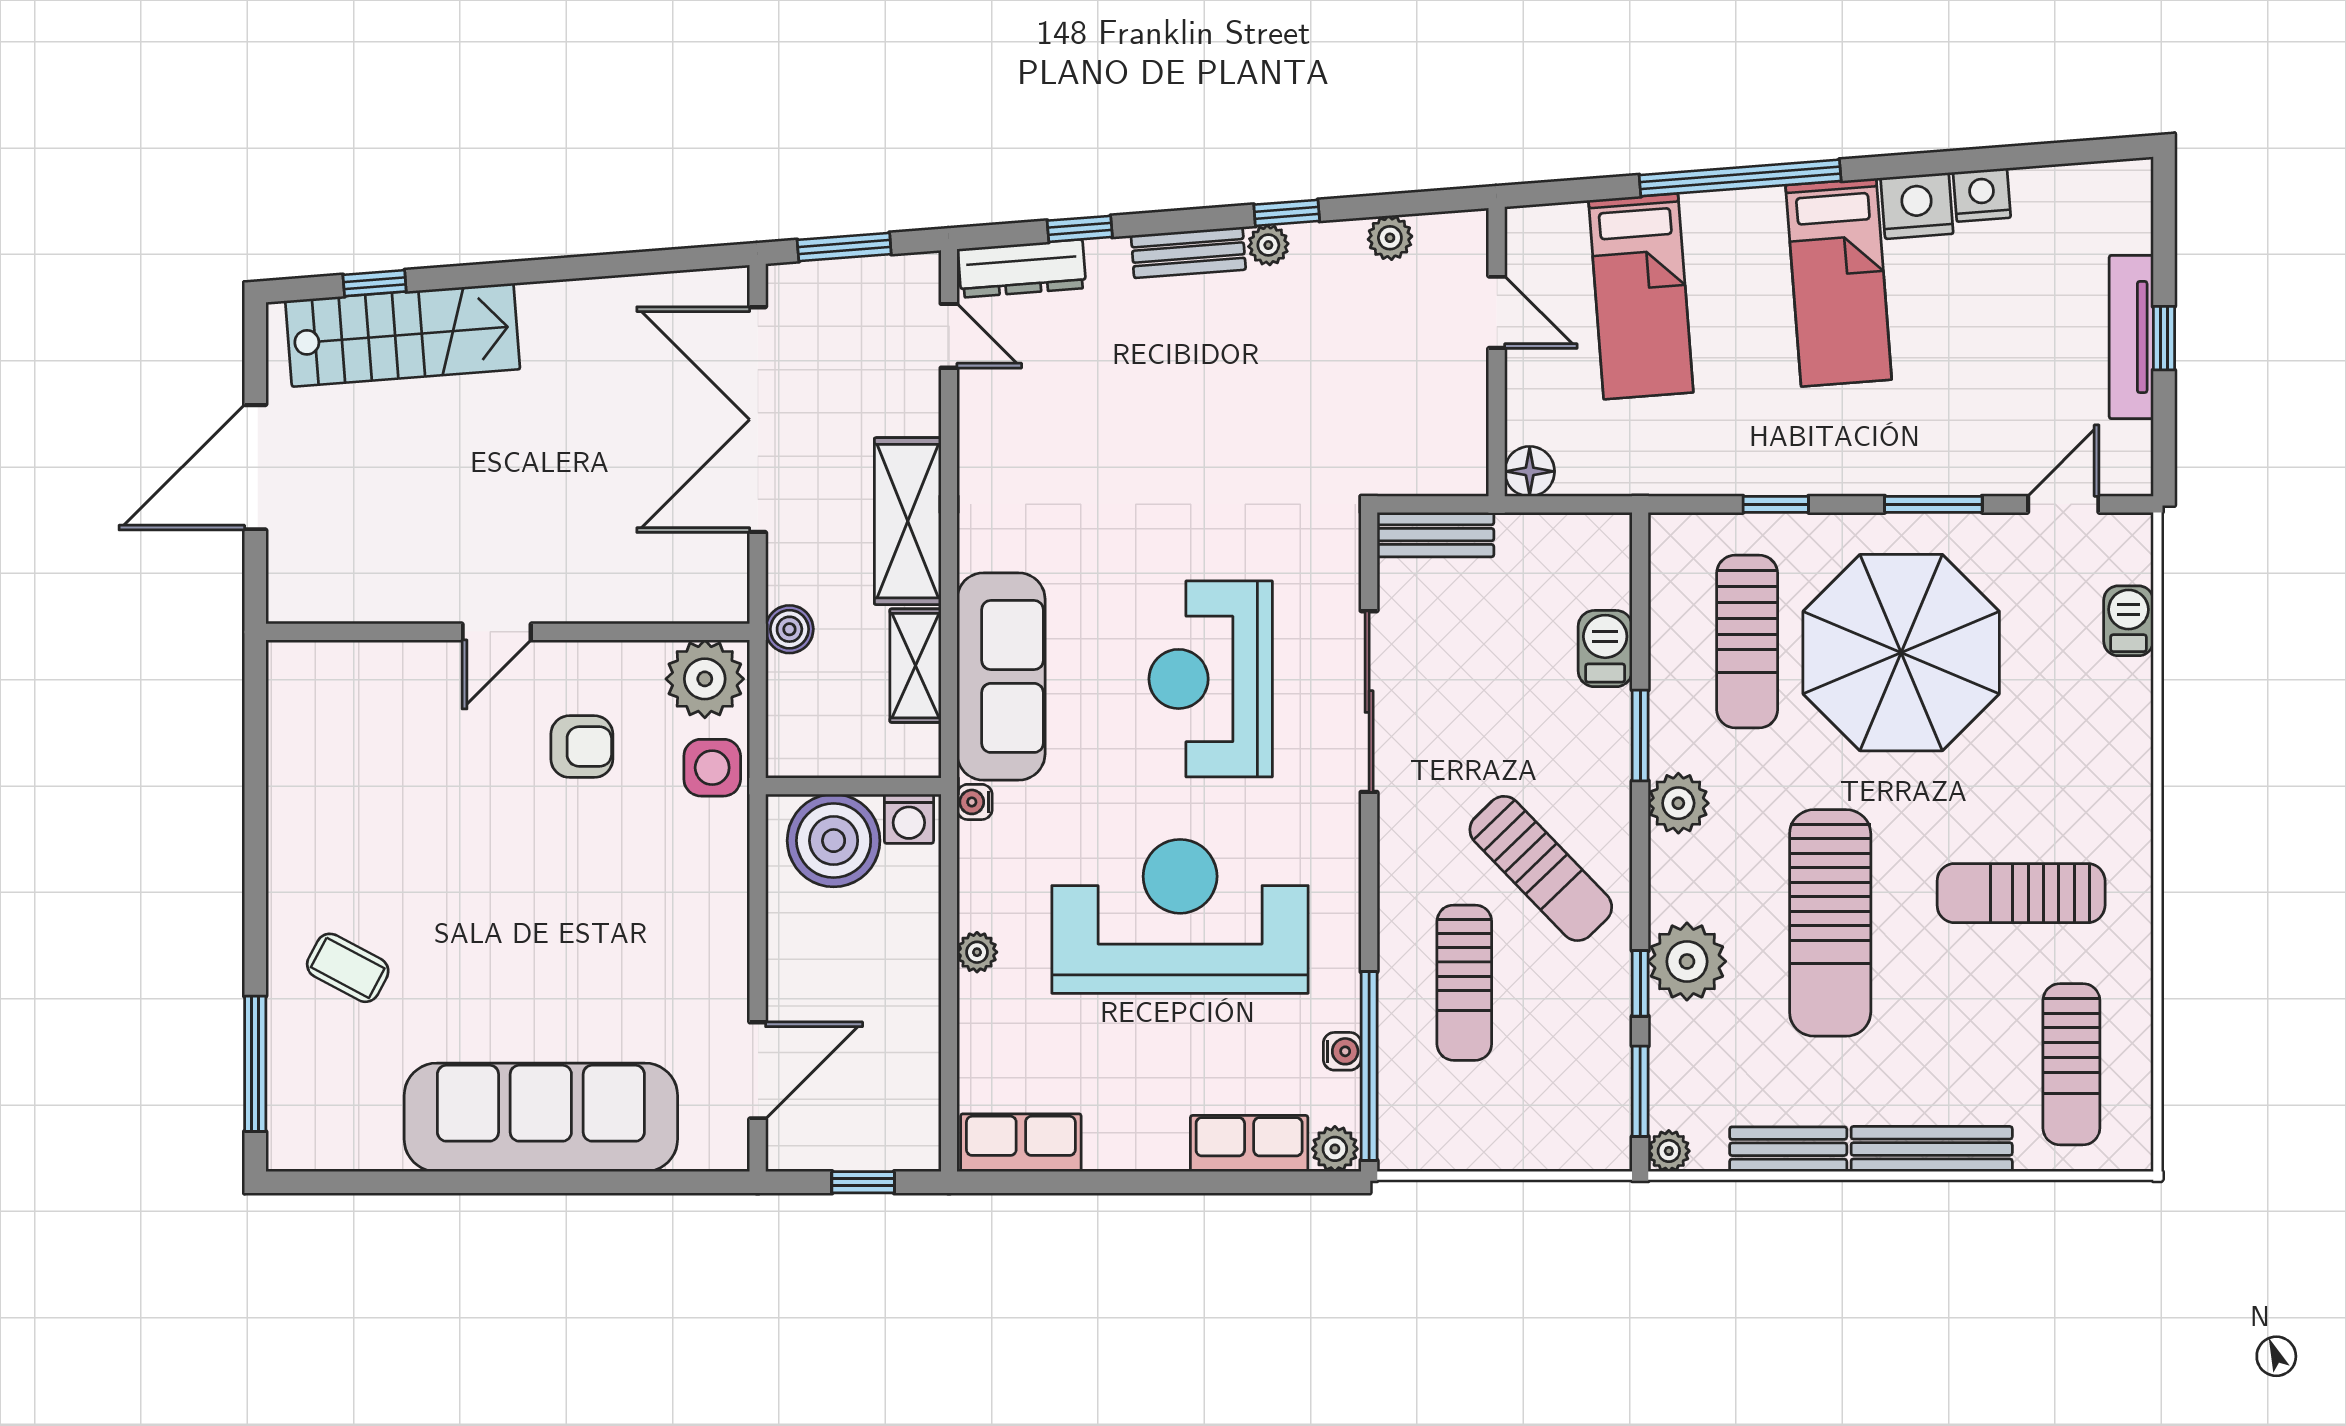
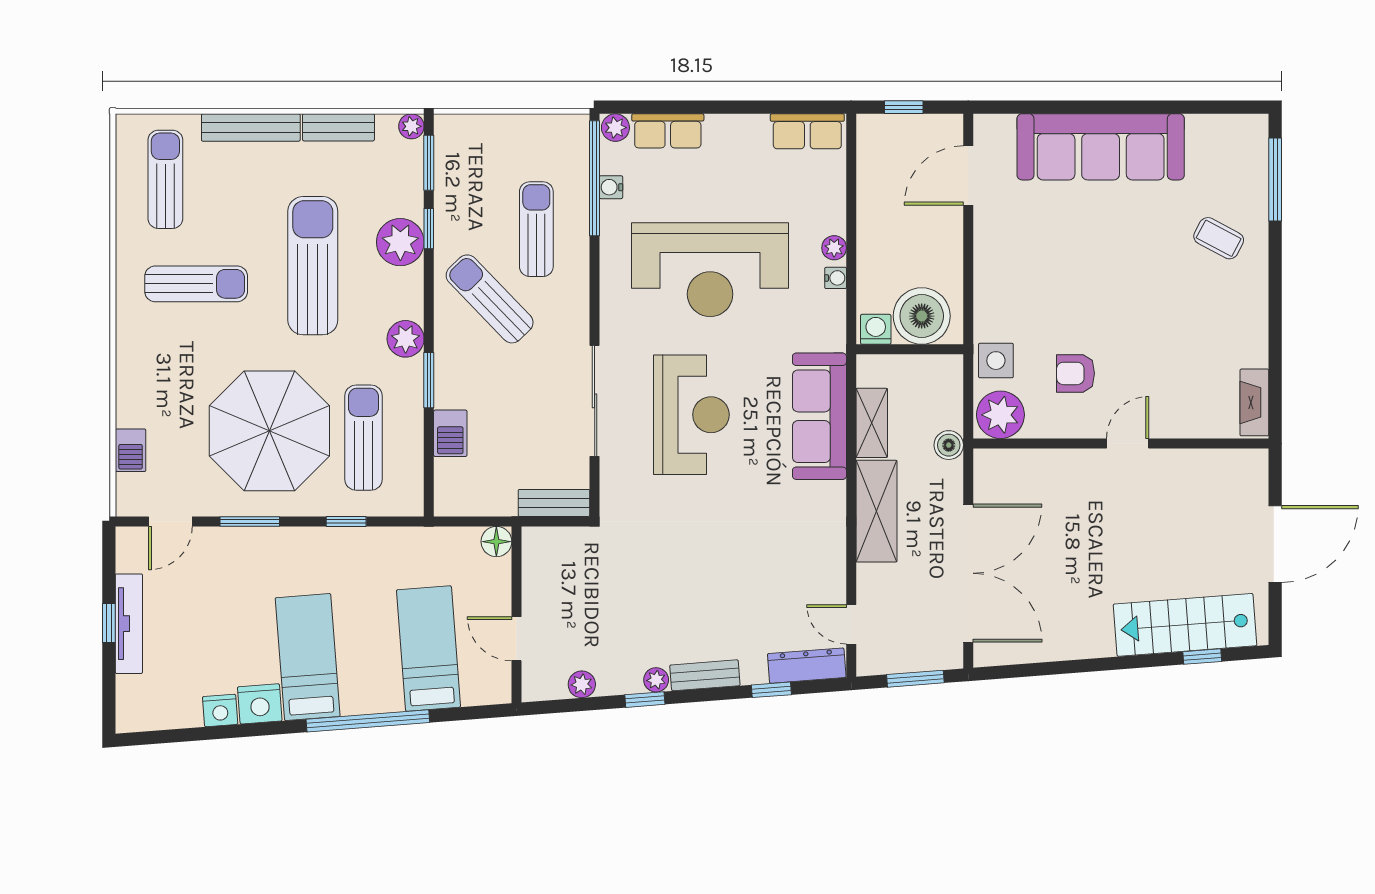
fireplace: (289, 699) -> (1254, 402), added
water cooler: (975, 802) -> (836, 278), moved

